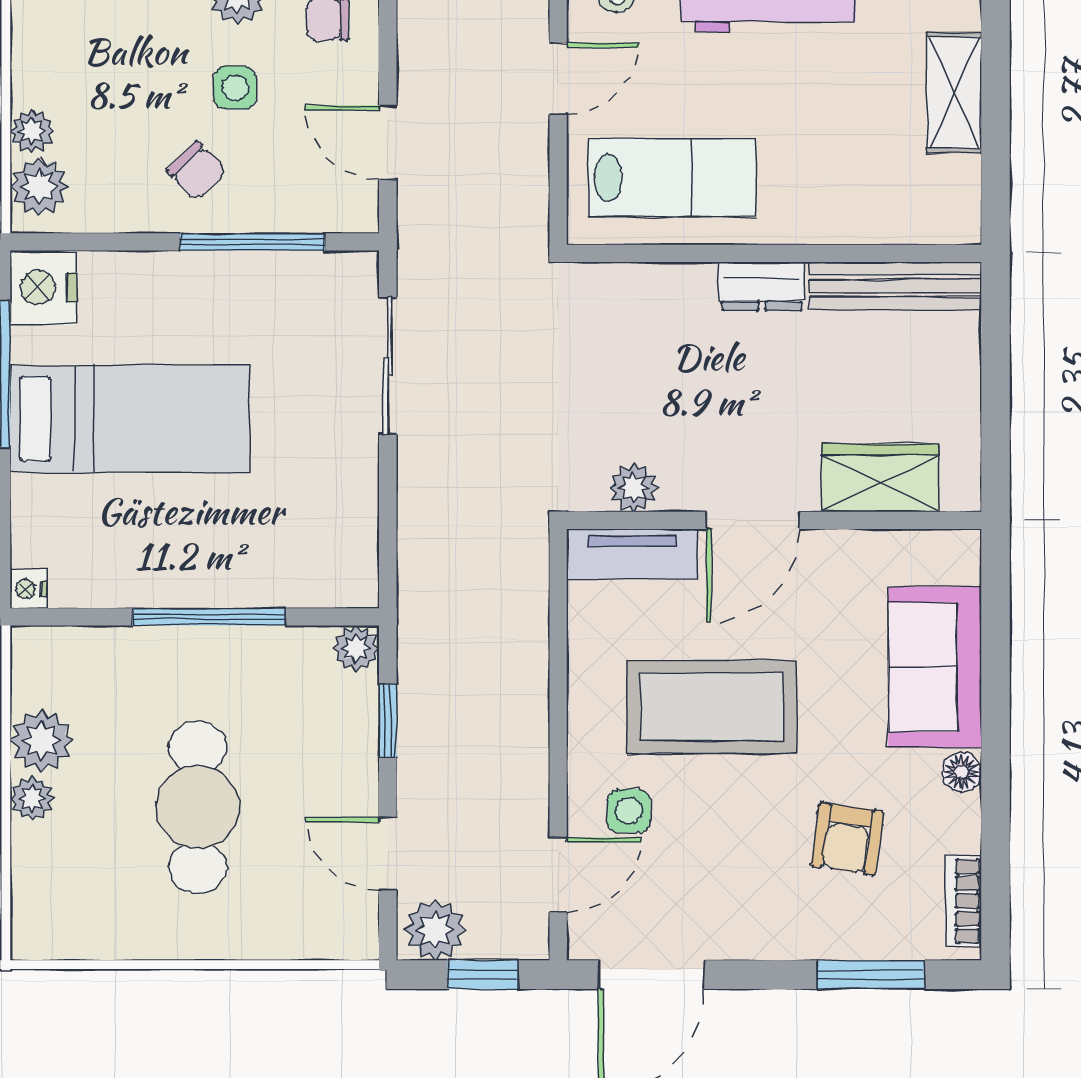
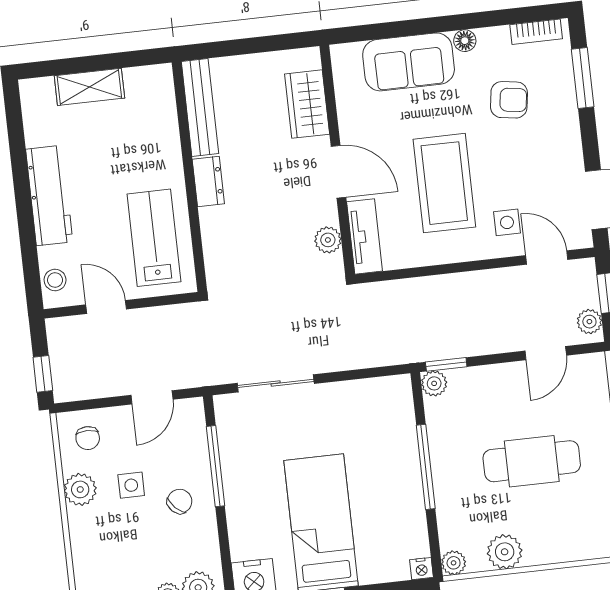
window: (388, 721) -> (446, 364), moved
plant: (32, 799) -> (454, 563), moved
plant: (435, 930) -> (589, 322), width x0.73, depth x0.73

